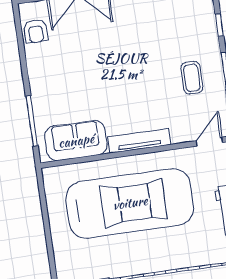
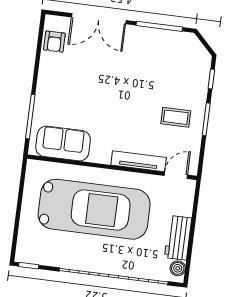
coffee table: (192, 78) -> (176, 117), turned 90
tv unit: (139, 141) -> (139, 161), moved

